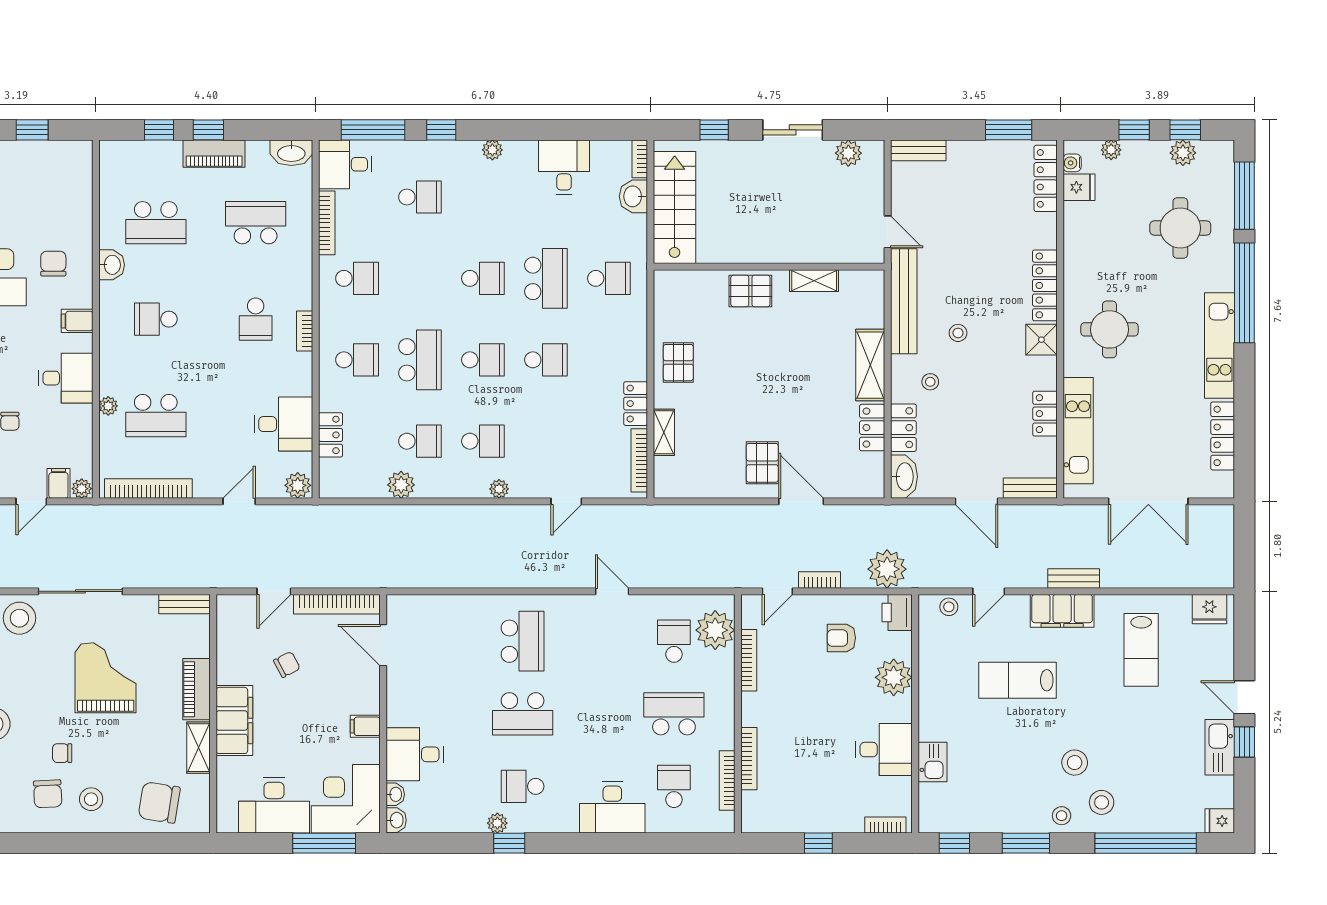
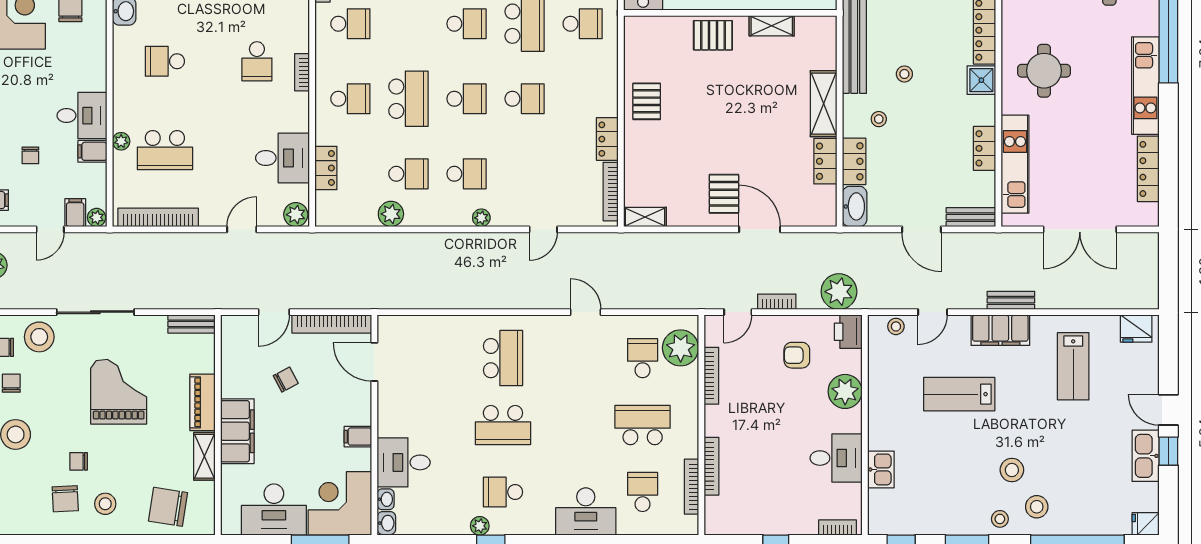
filing cabinet: (77, 321) -> (92, 151), moved
shelving: (664, 432) -> (645, 217), moved, turned 90

